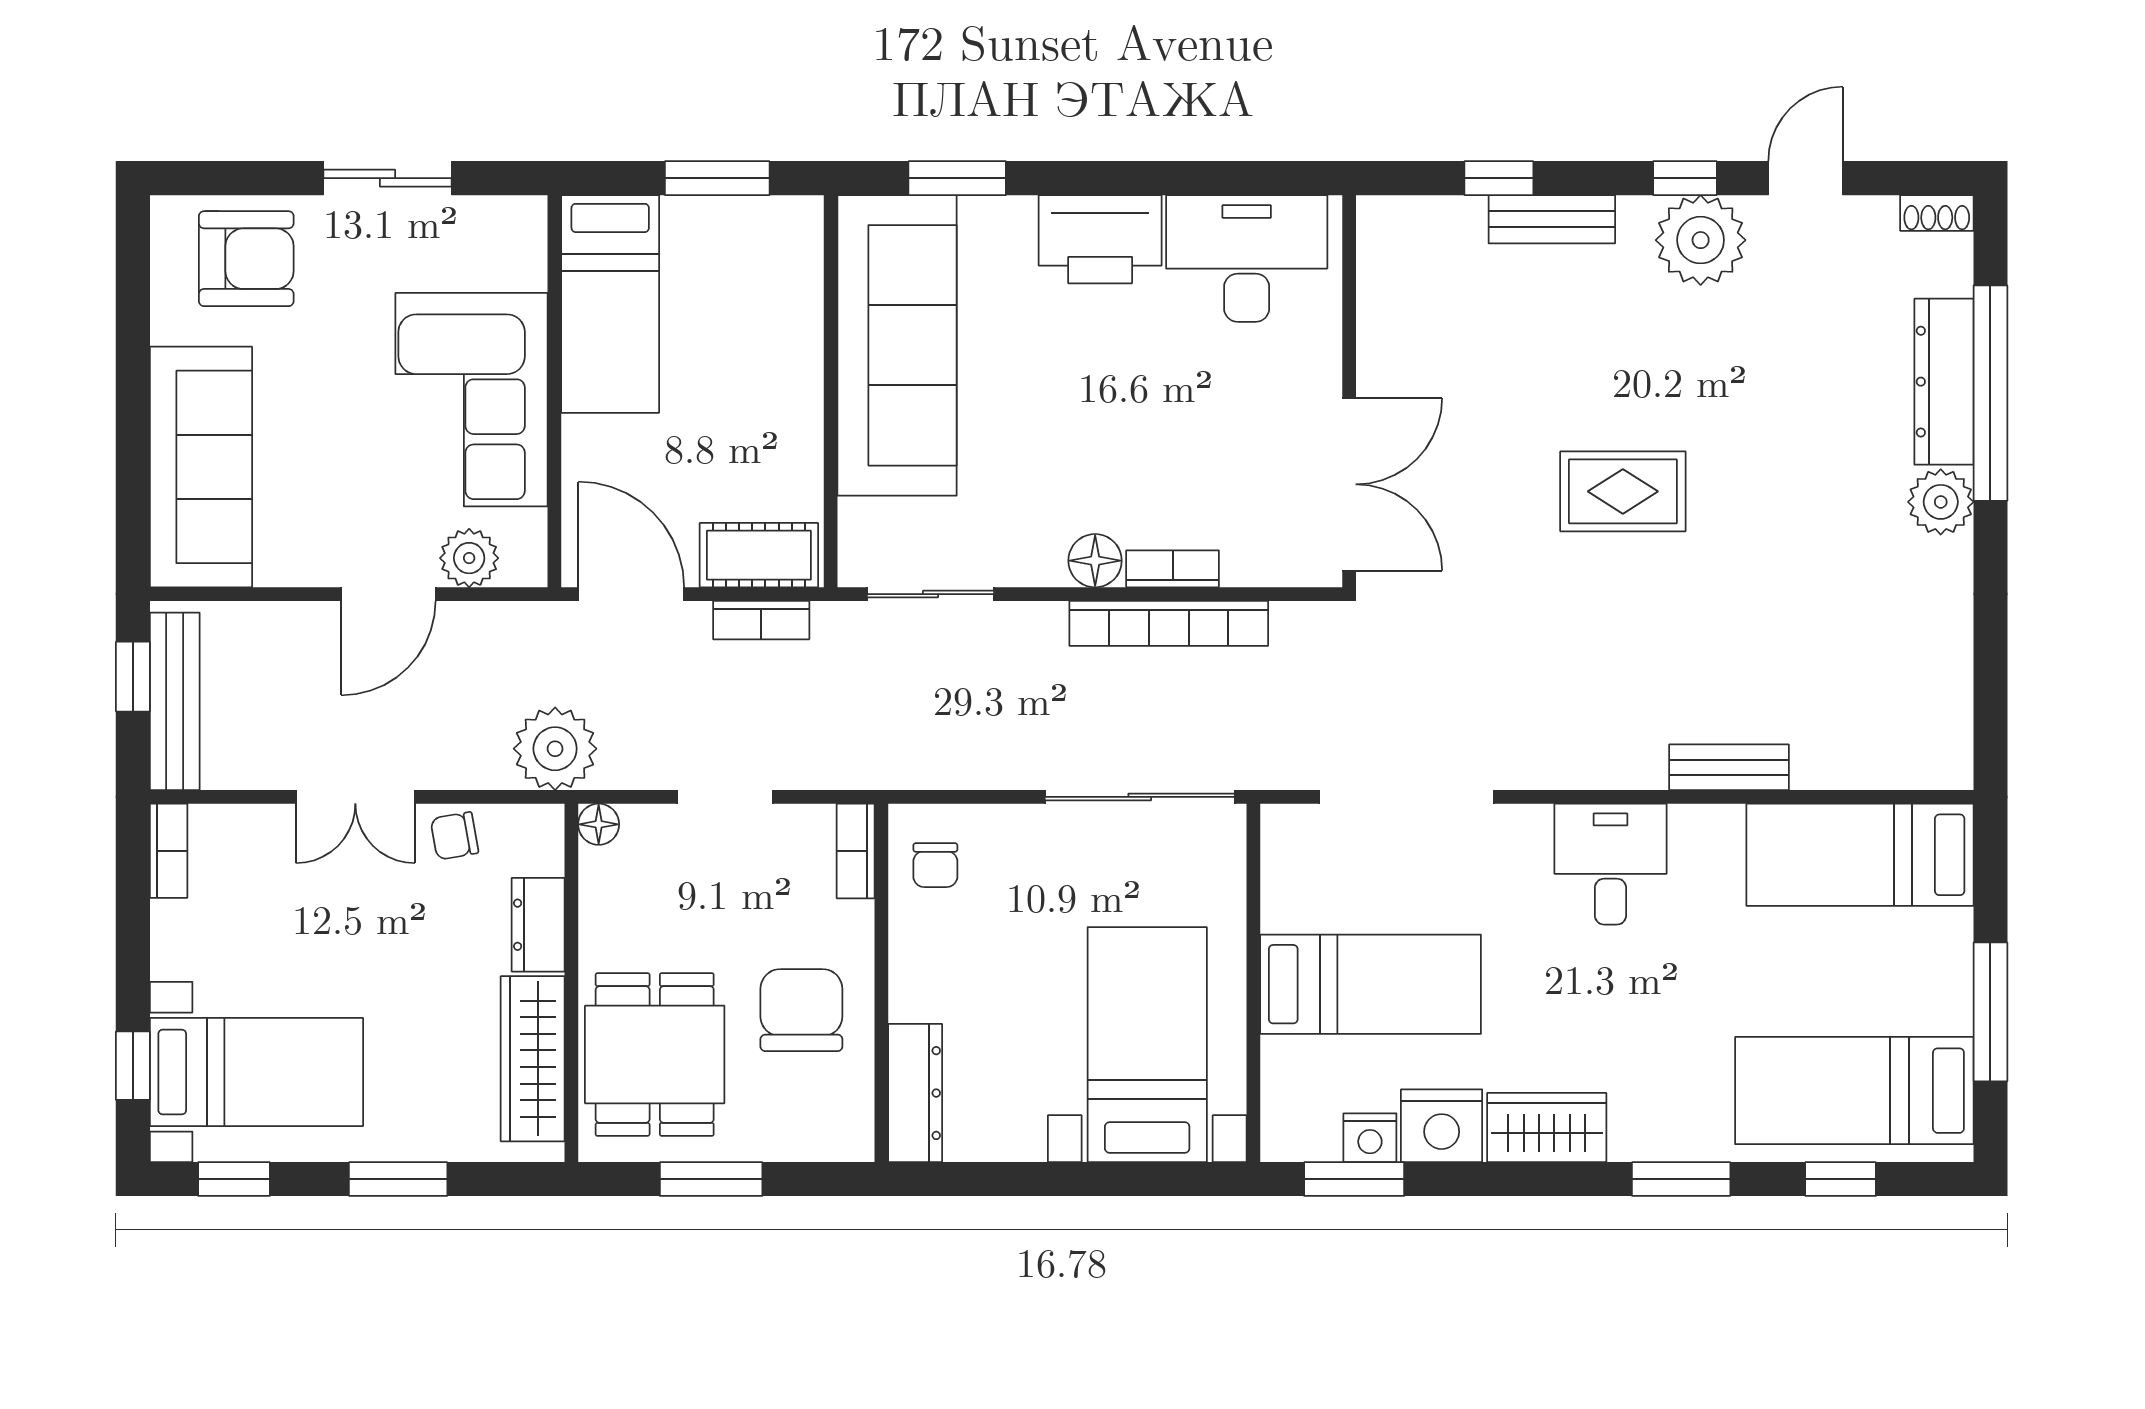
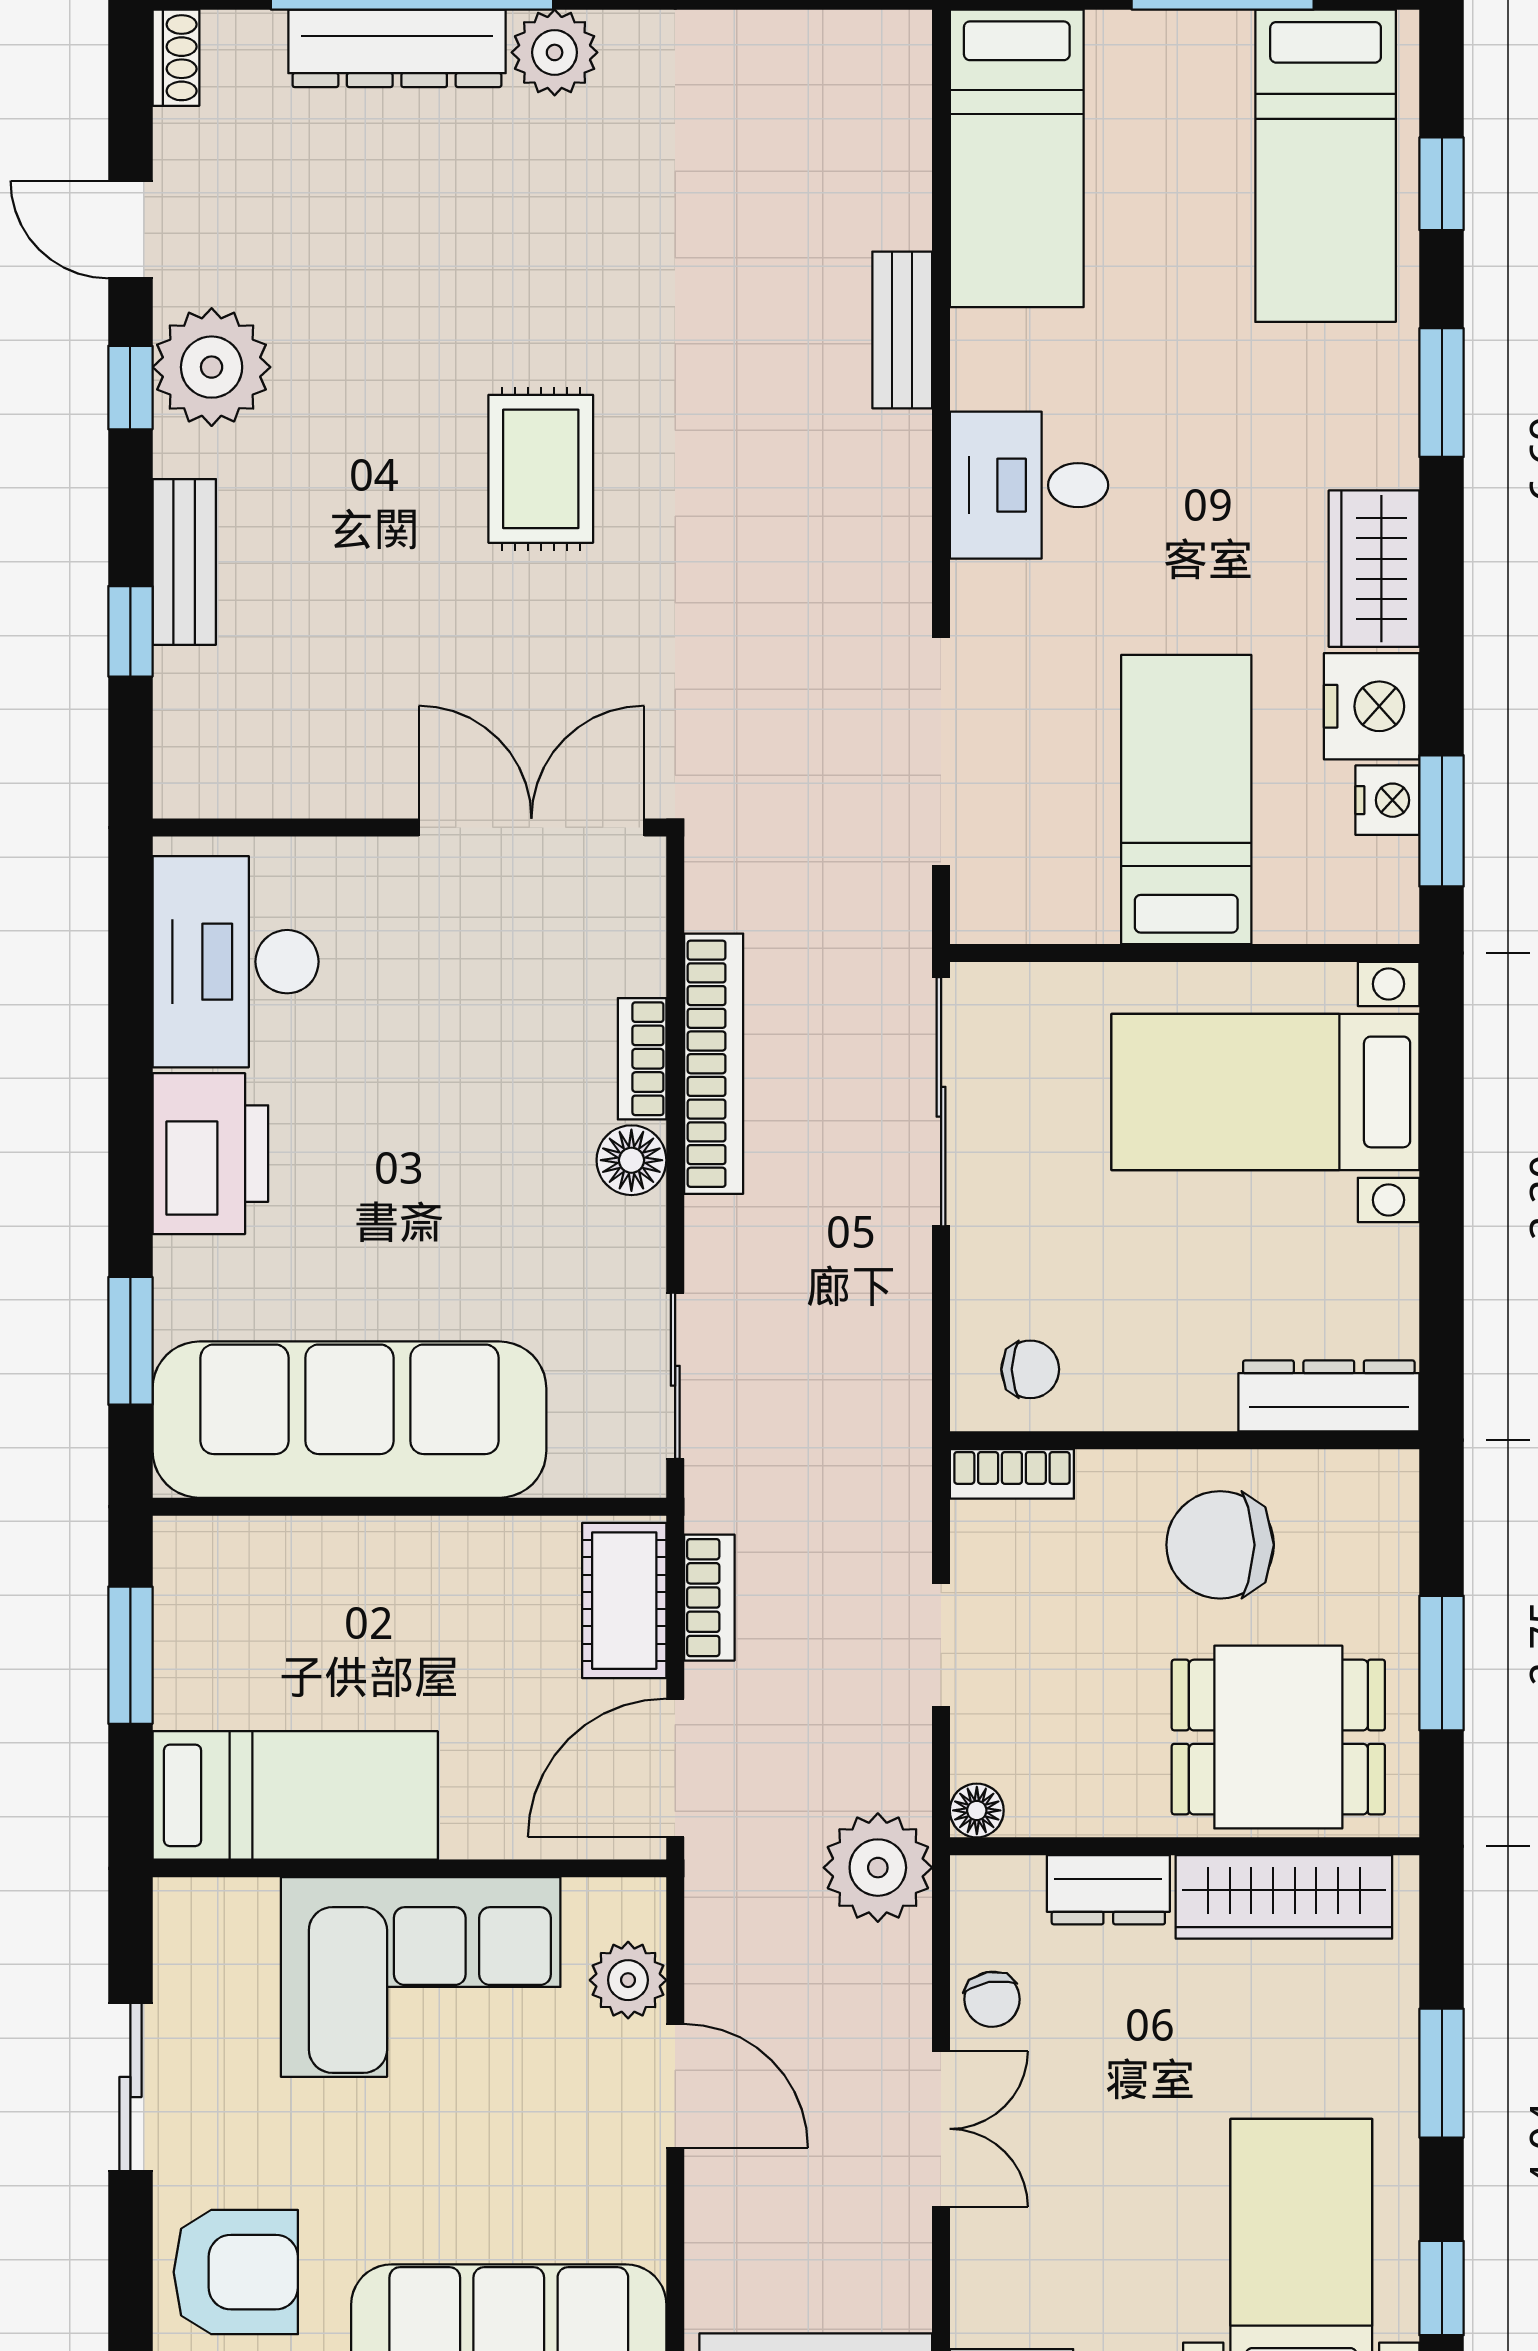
armchair: (246, 259) -> (236, 2272), turned 90

